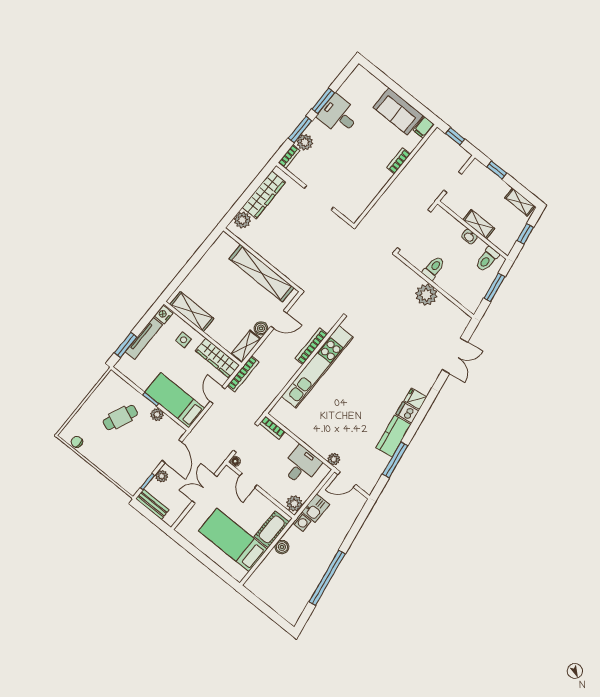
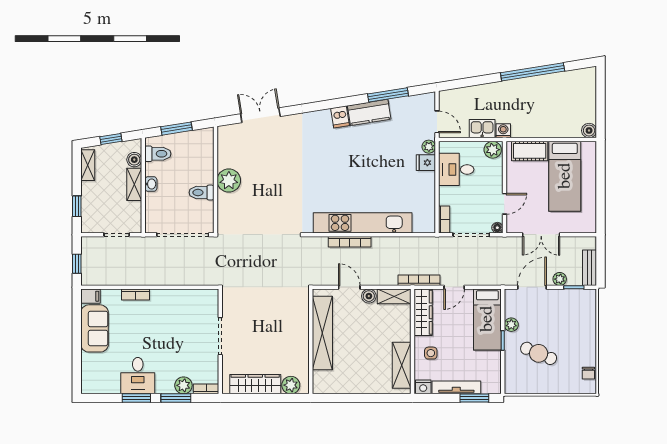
boiler: (497, 239) -> (134, 160), added
fridge: (416, 399) -> (426, 163), moved, turned 99
boiler: (282, 547) -> (589, 131), moved

